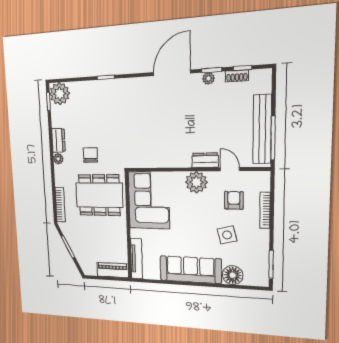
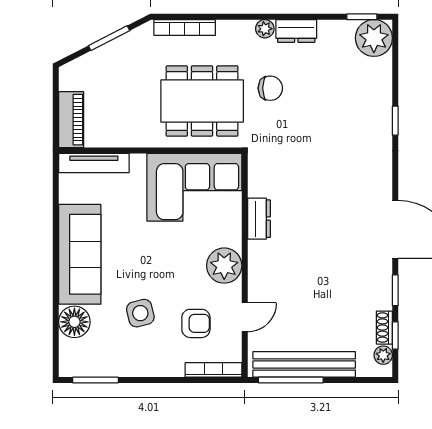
plant: (208, 78) -> (383, 355), moved
dresser: (205, 160) -> (259, 219), moved
dining table: (99, 195) -> (202, 101), turned 90
bookcase: (265, 210) -> (213, 370), moved

